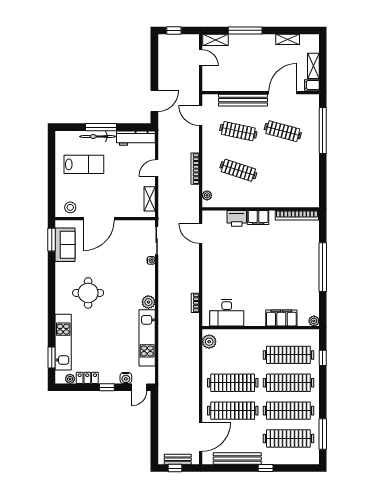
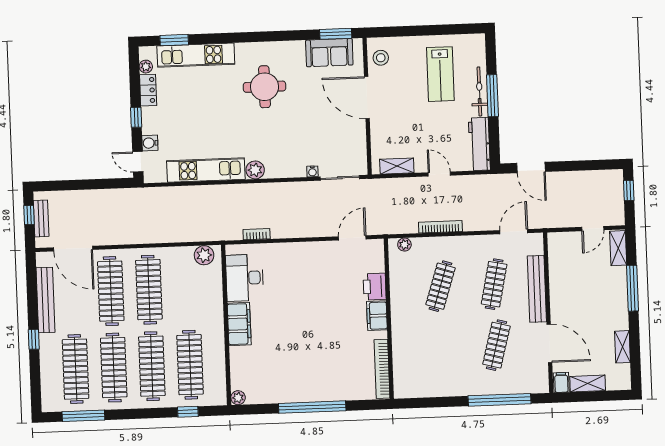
filing cabinet: (281, 318) -> (239, 324), moved

